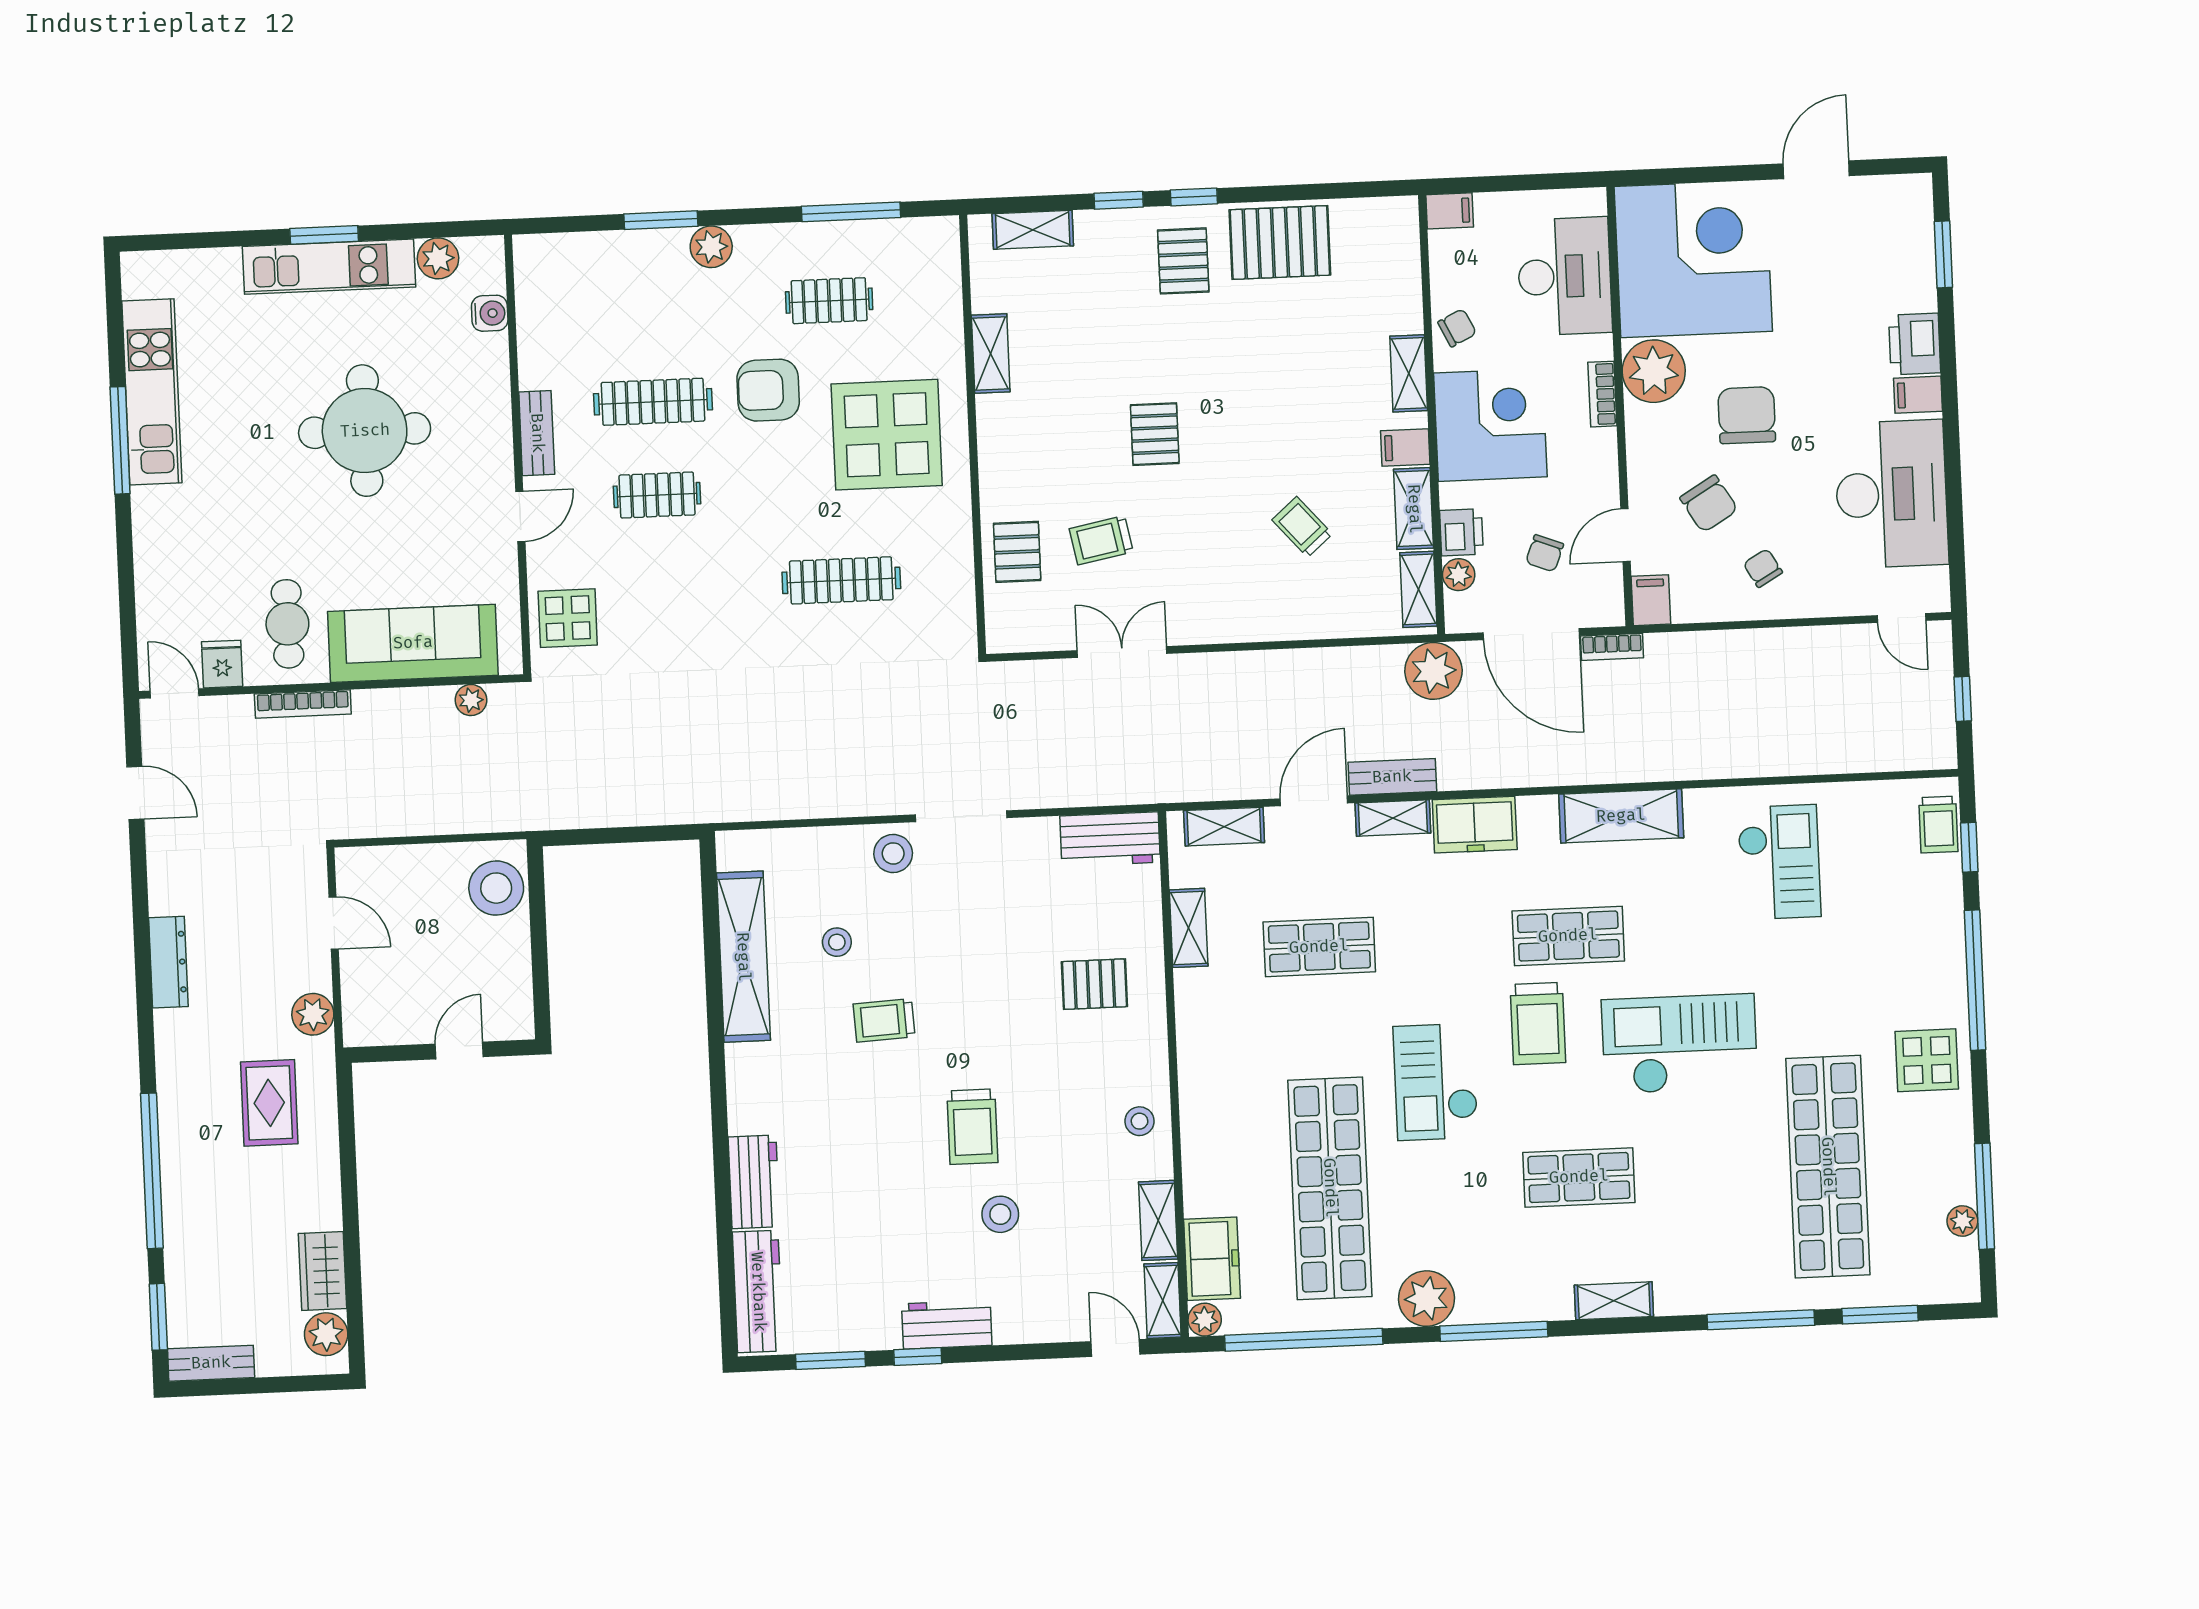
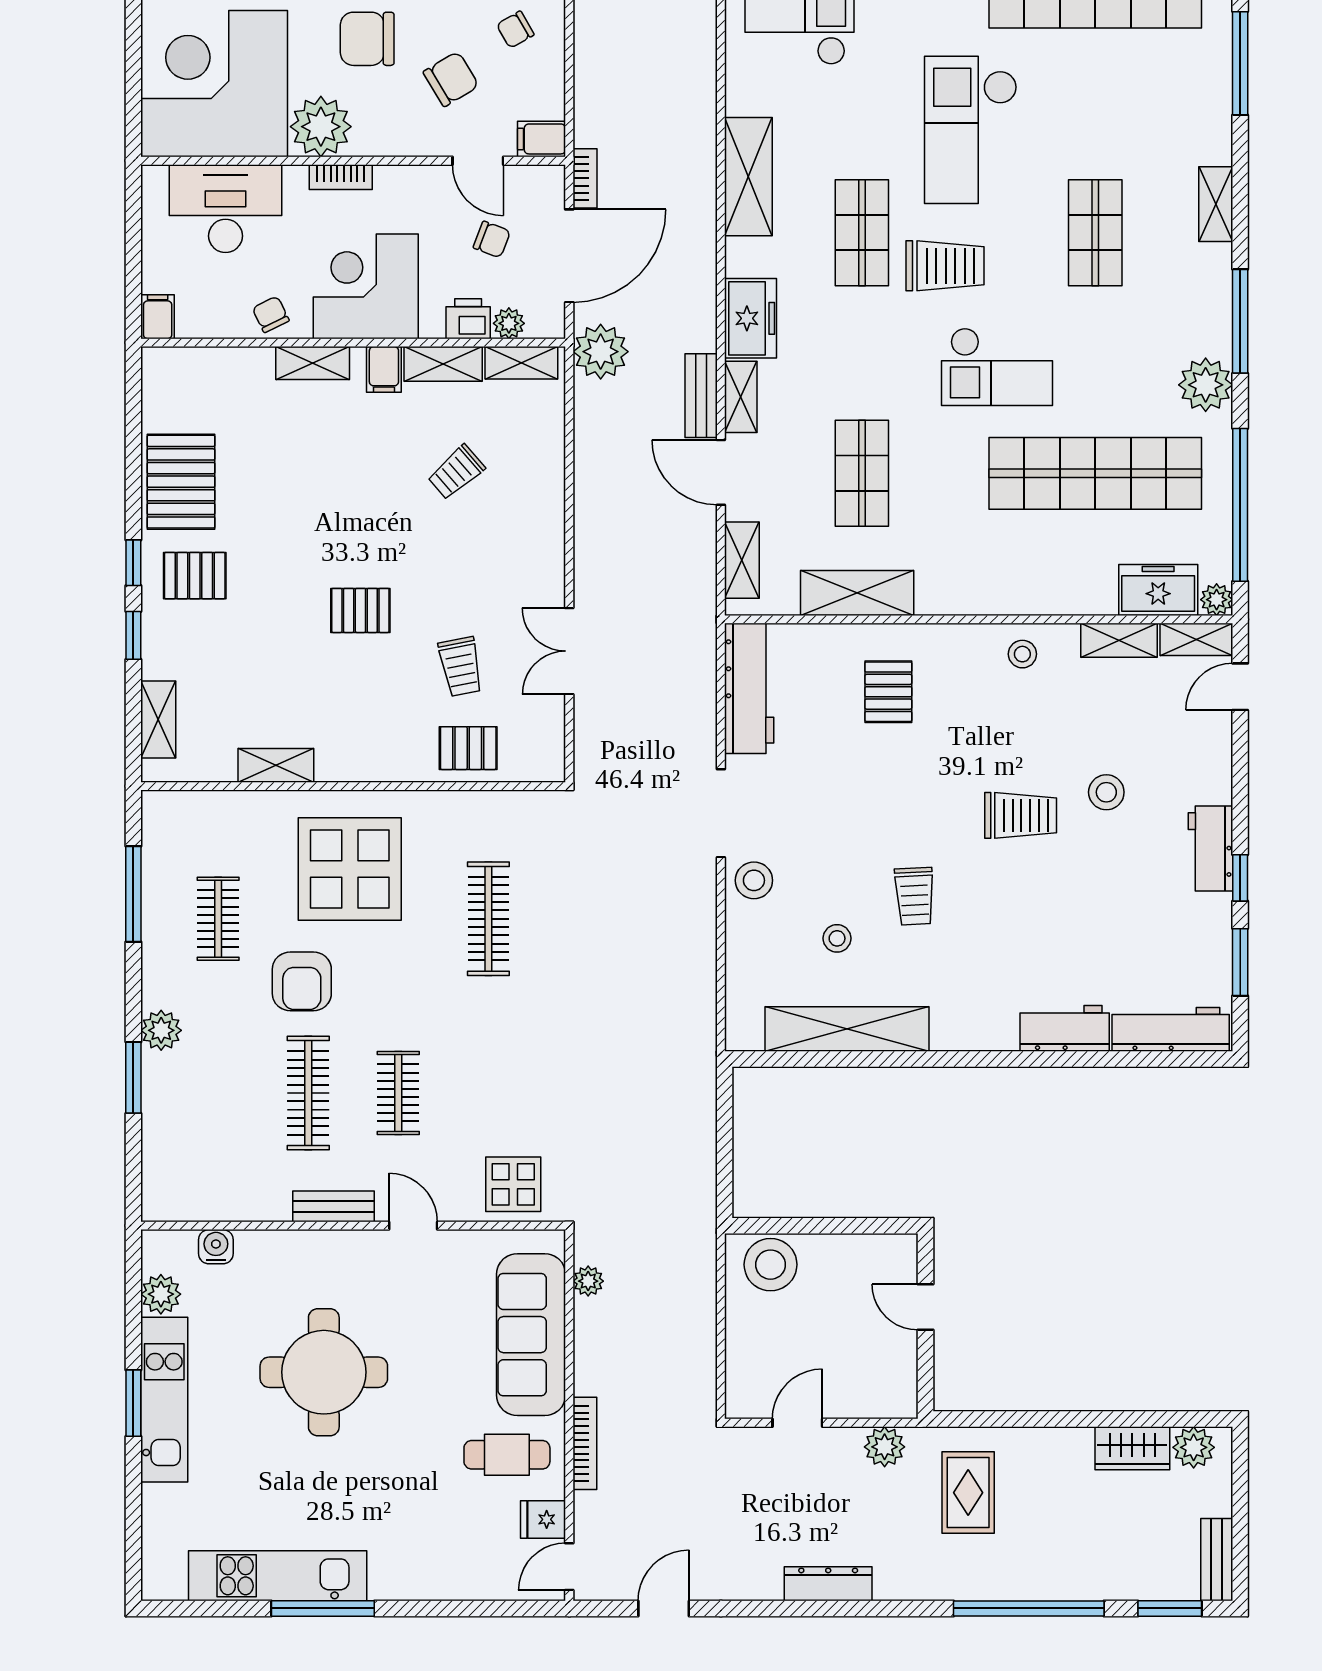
workbench: (1110, 839) -> (749, 688), width x1.38
shelving: (1189, 928) -> (857, 593), width x1.50, depth x1.33
rug: (269, 1103) -> (968, 1493), turned 90

